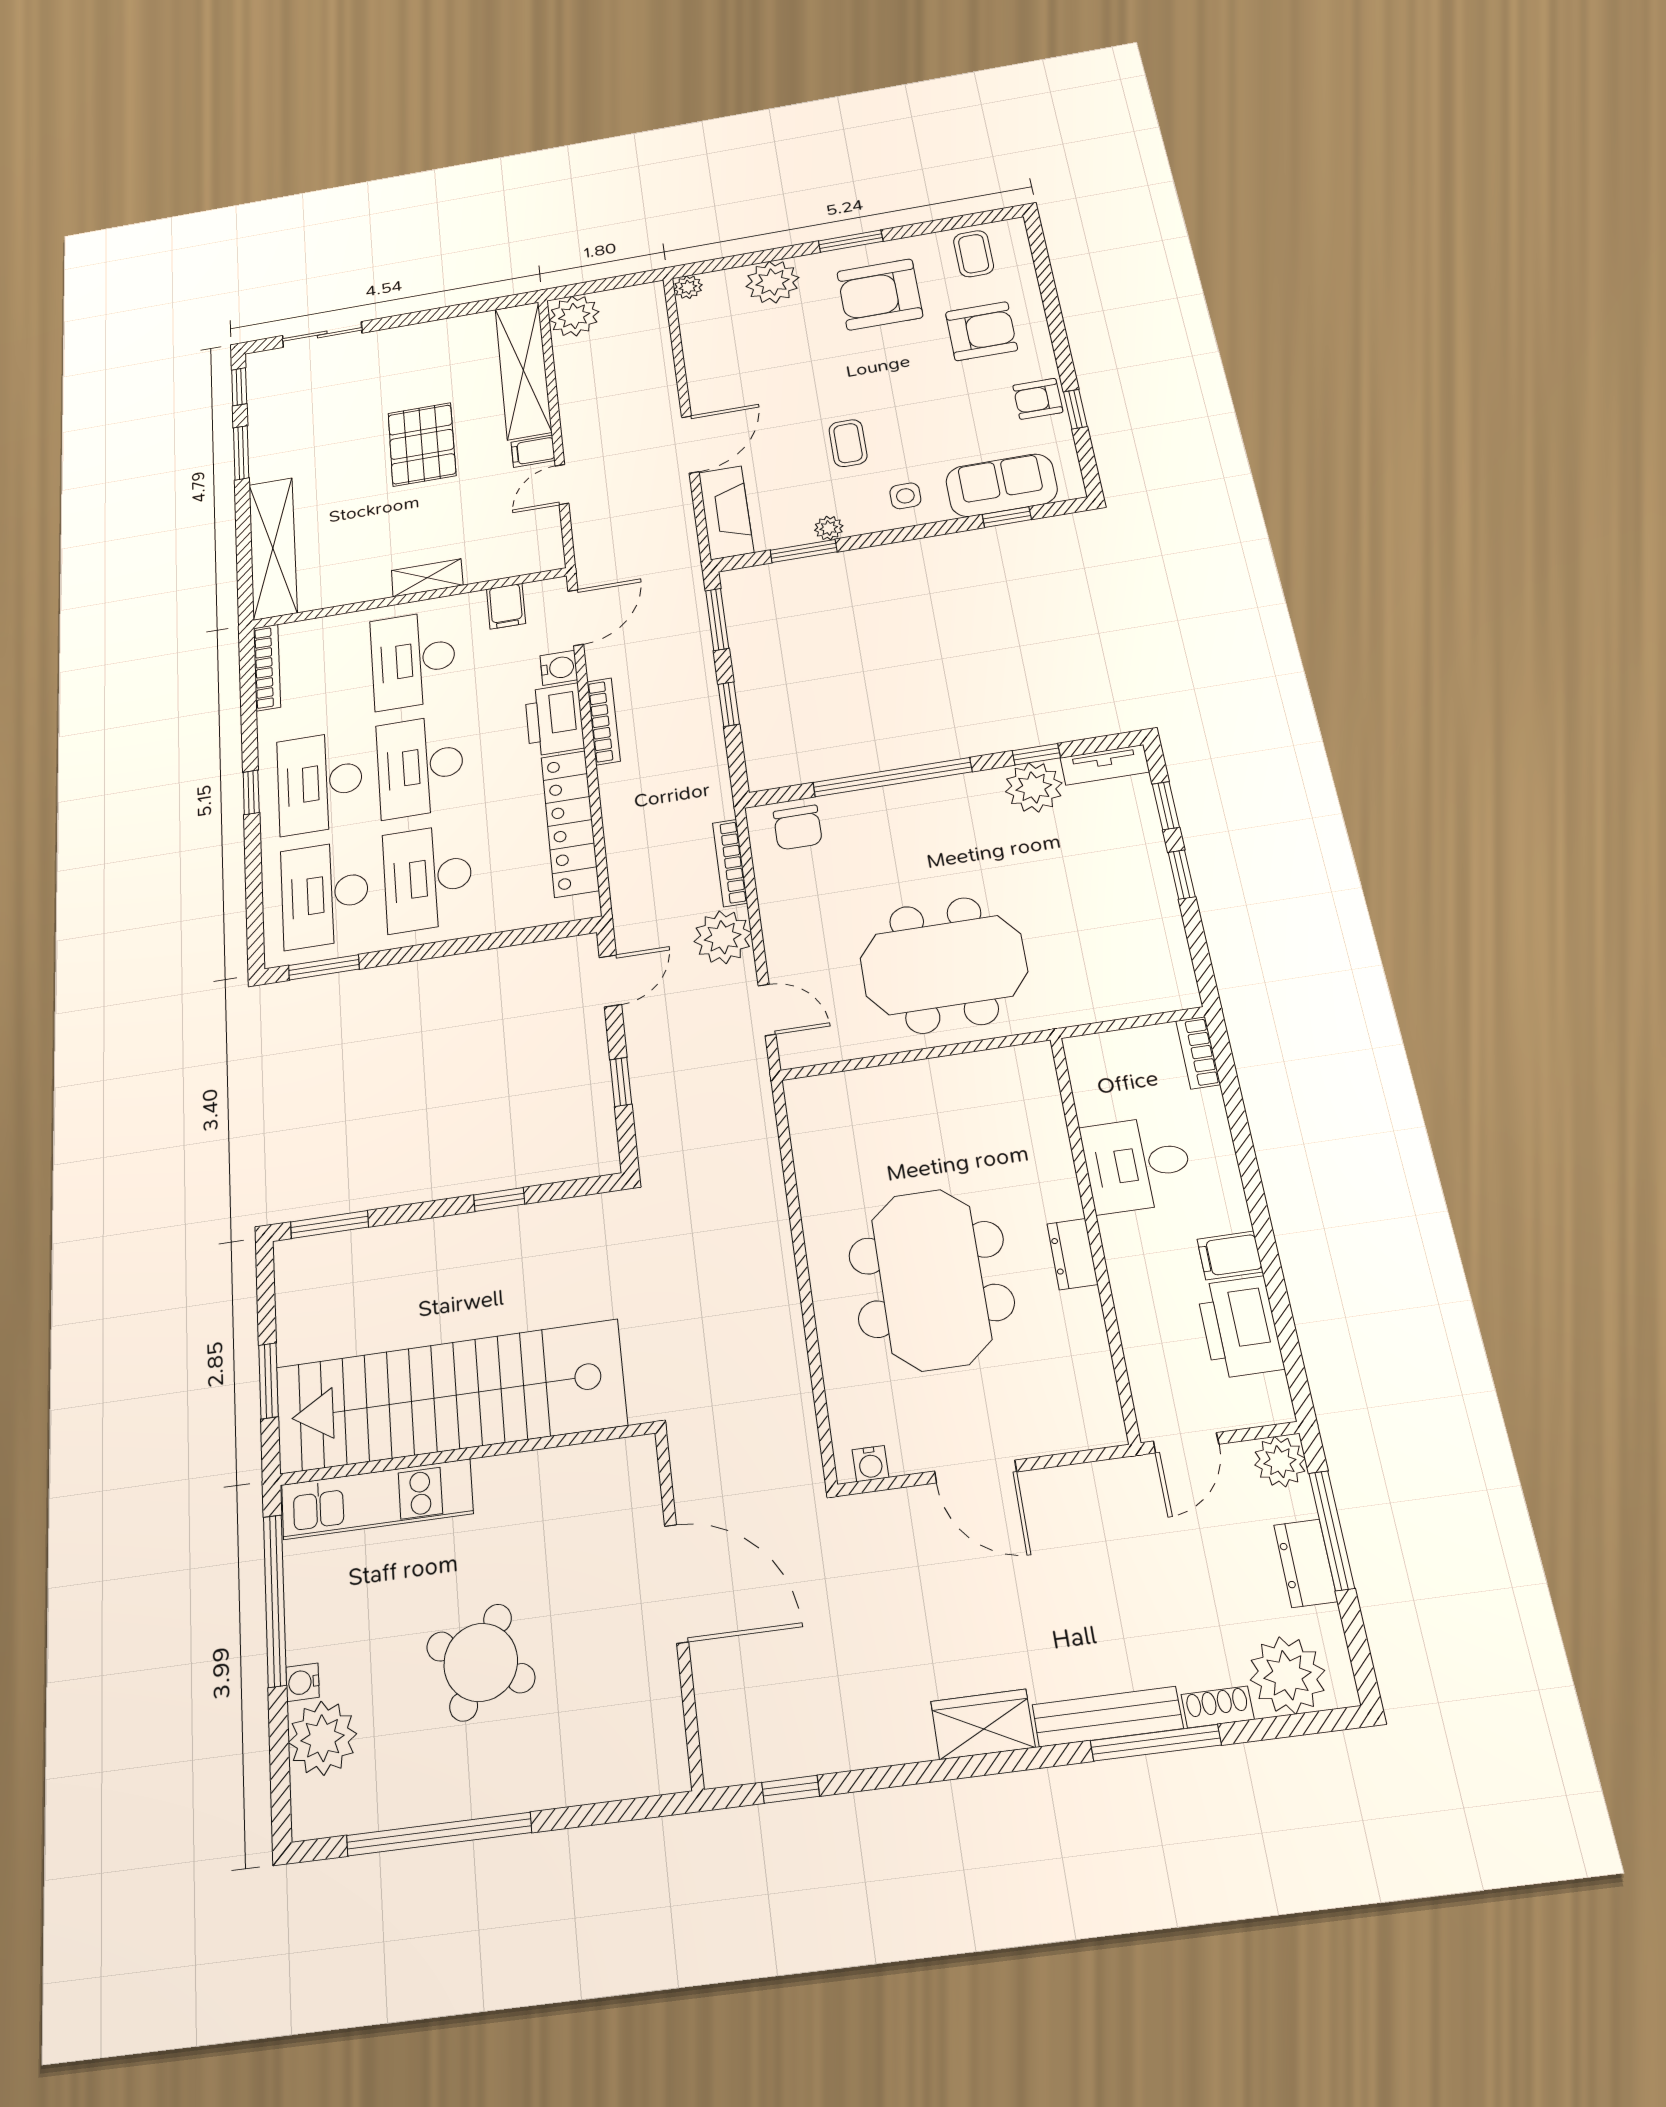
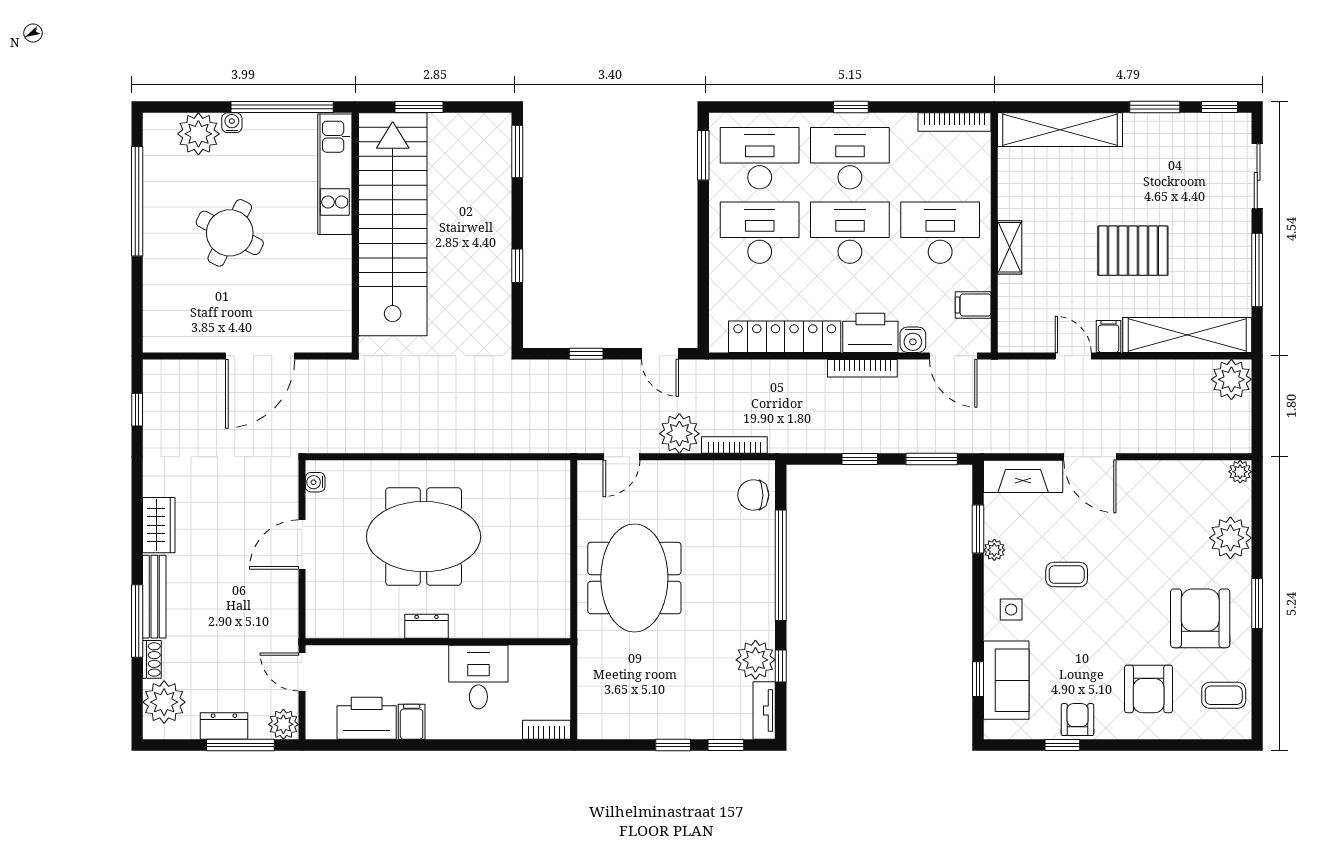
window: (437, 314) -> (1257, 270), added

